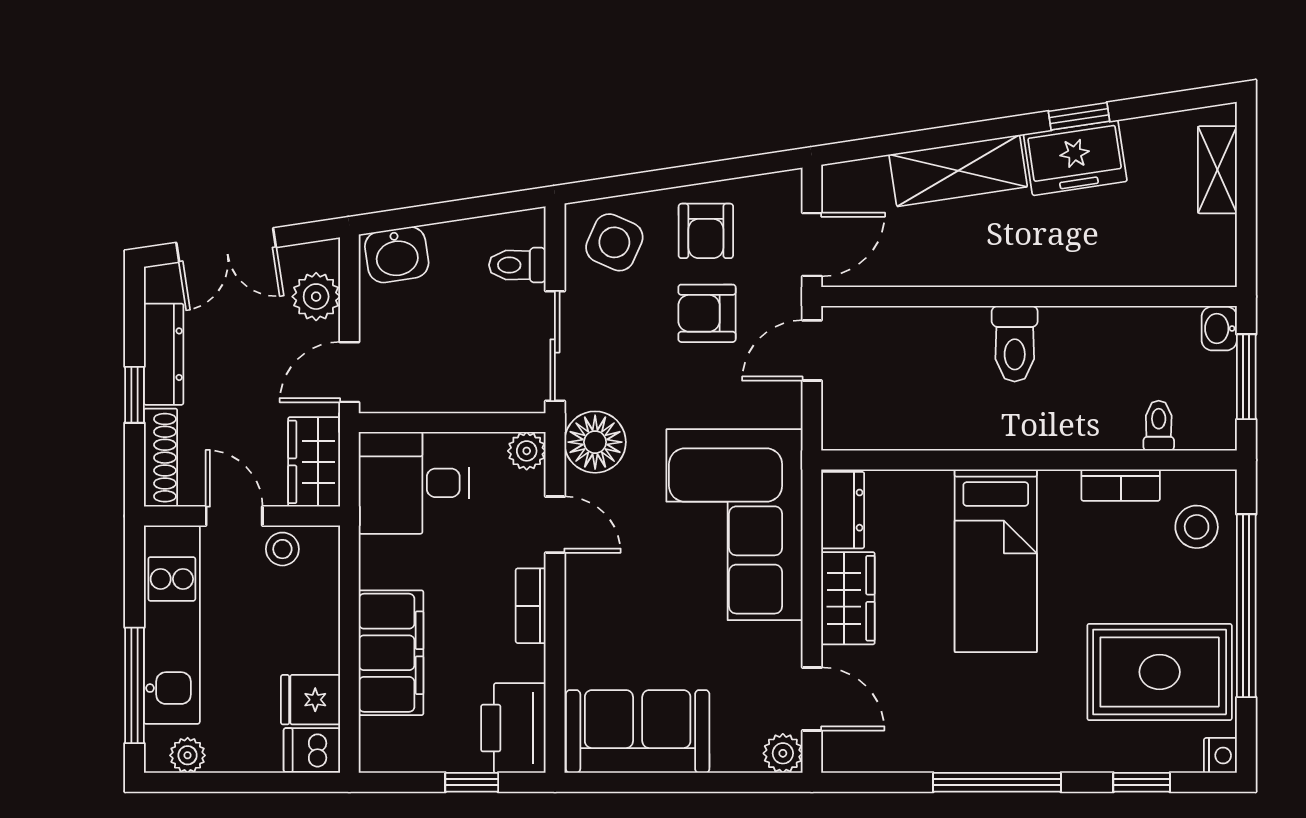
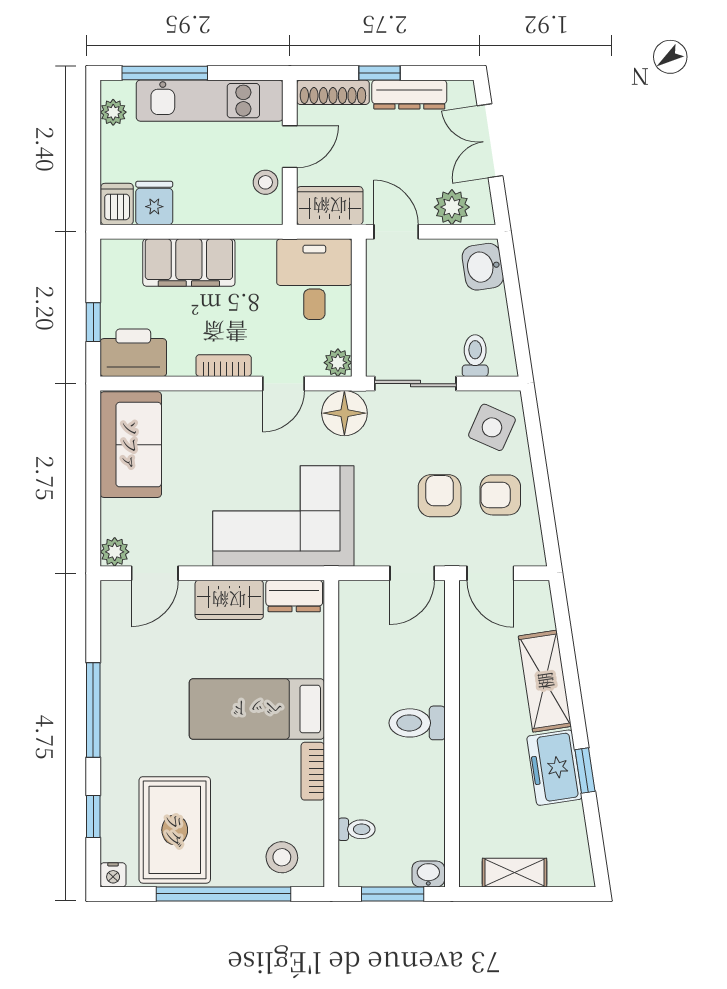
shelving: (1217, 170) -> (515, 873), moved
door: (812, 350) -> (412, 573), swing flipped
bookcase: (1121, 485) -> (313, 771), moved

